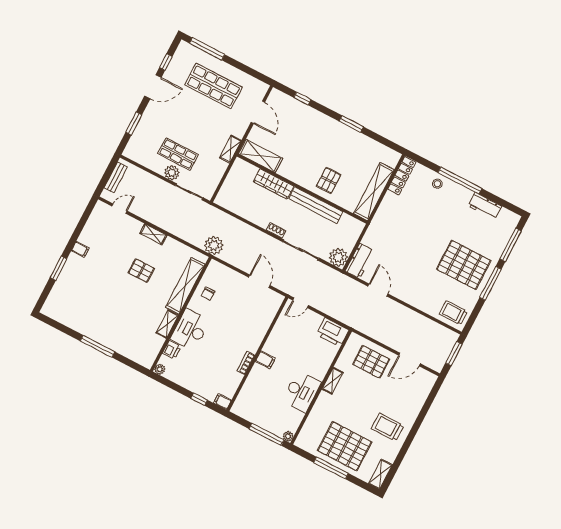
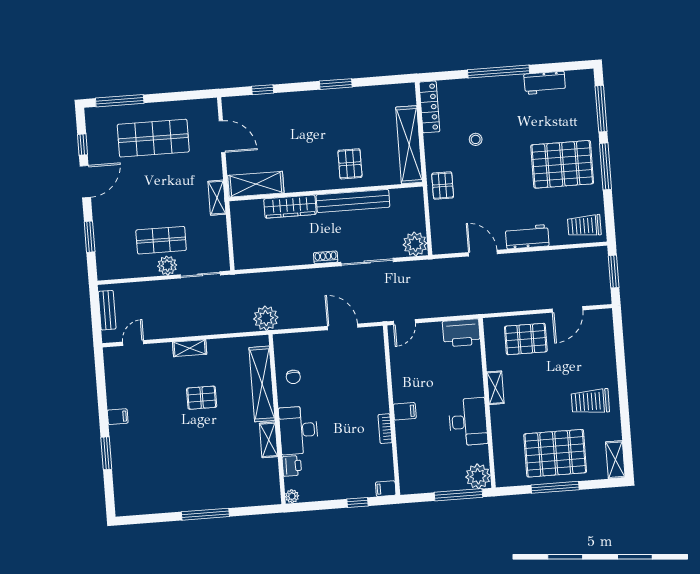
stool: (437, 184) -> (476, 139), moved
pallet: (379, 231) -> (443, 186), added
workbench: (360, 261) -> (527, 237), moved, turned -90
plant: (288, 436) -> (478, 476), width x1.88, depth x1.88

